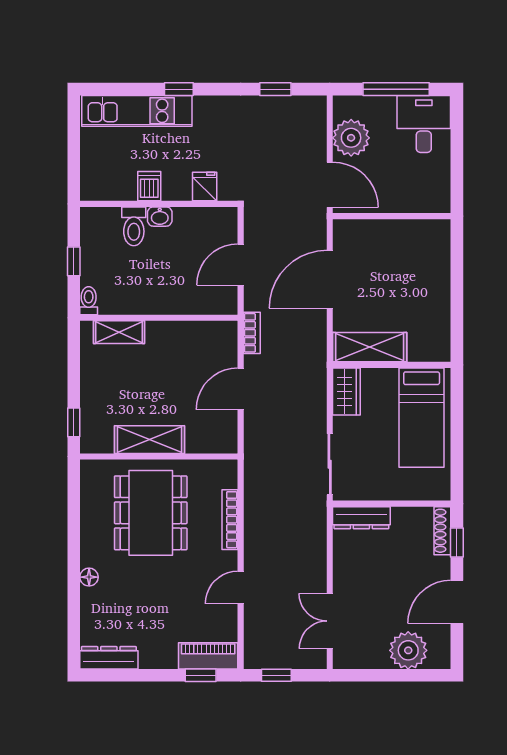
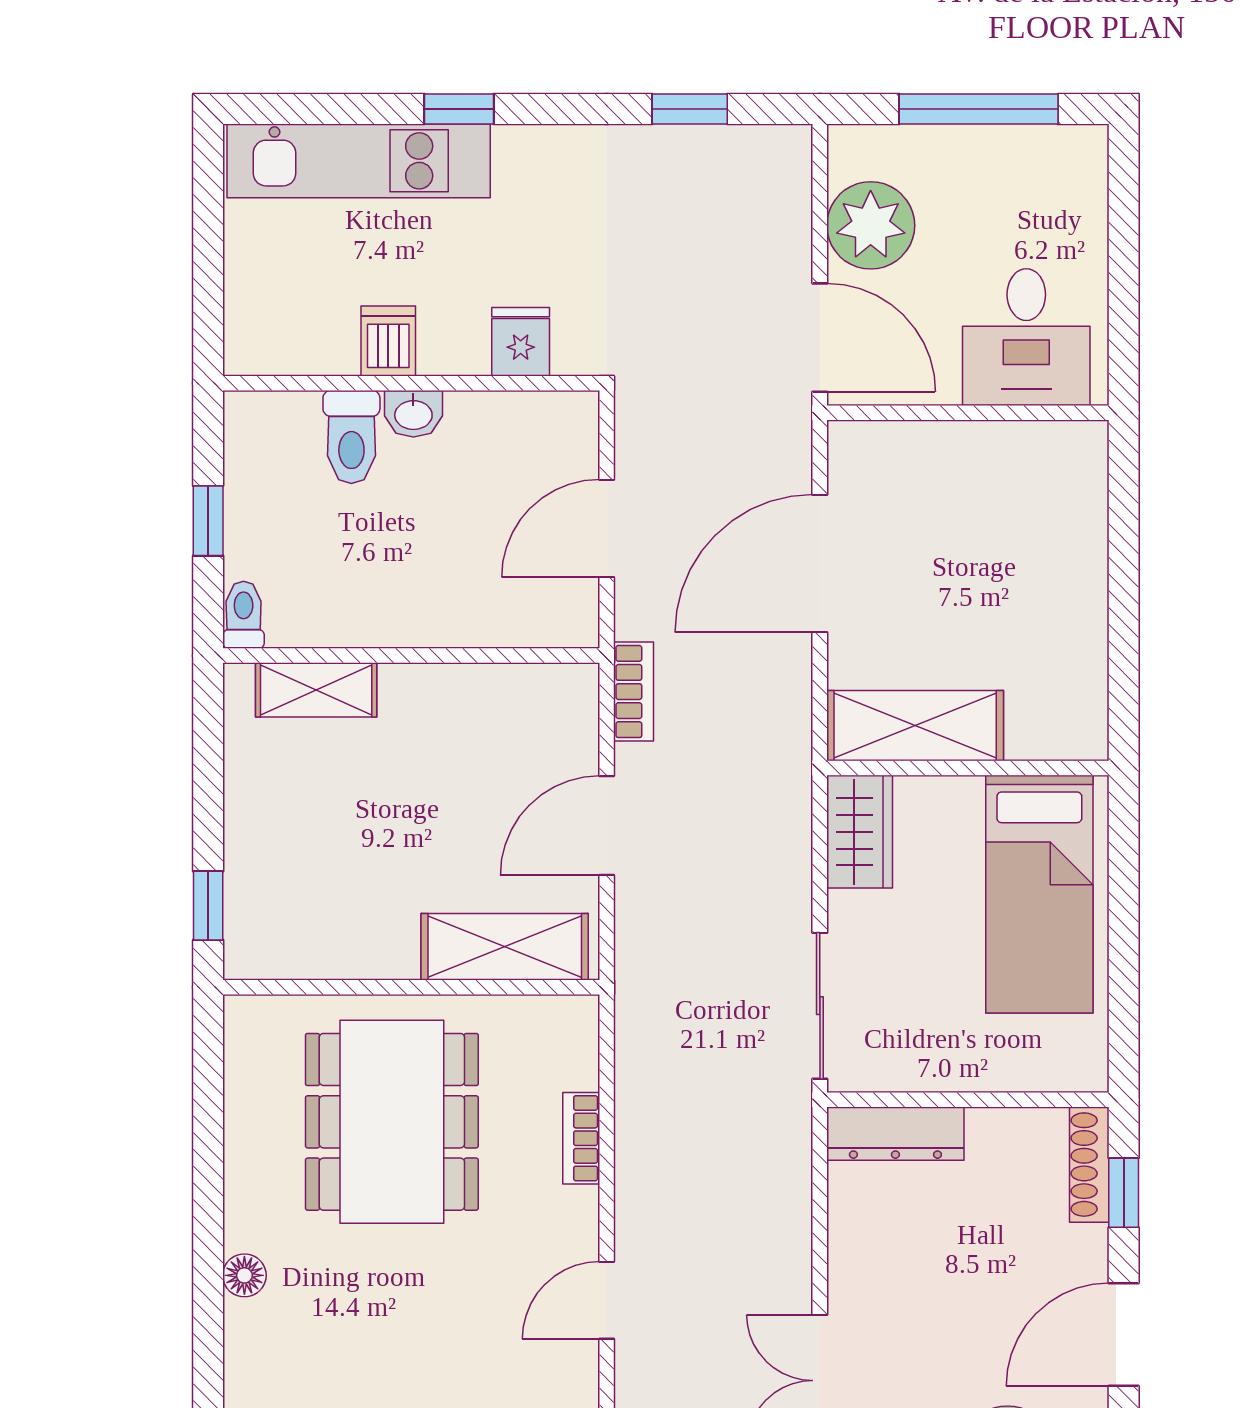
desk: (424, 124) -> (1026, 337), moved, turned 180
shelving: (150, 440) -> (505, 947), moved
bookcase: (230, 520) -> (581, 1138), width x0.64

